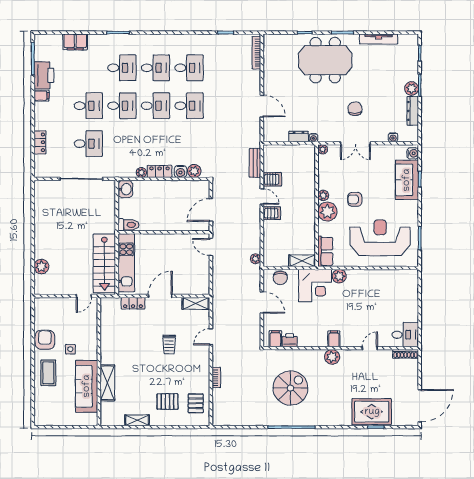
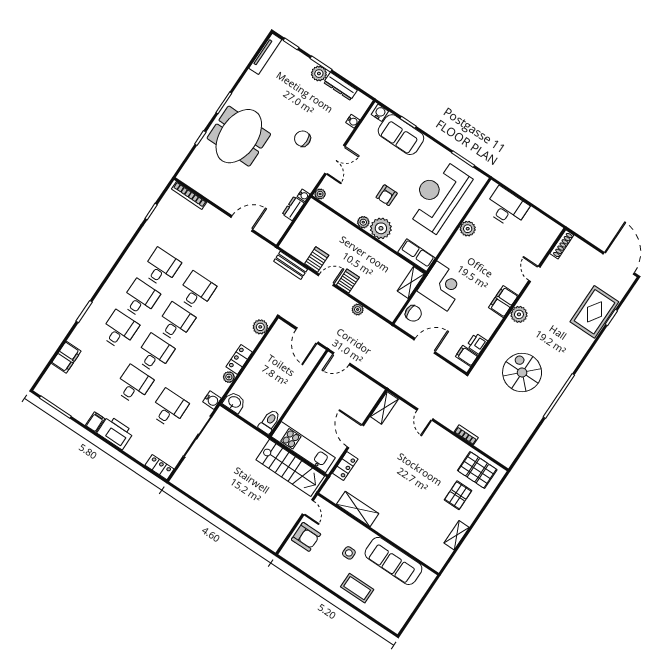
tv unit: (379, 39) -> (265, 54), moved
printer: (44, 75) -> (115, 432), moved
locker: (40, 142) -> (160, 467), moved
water cooler: (180, 172) -> (212, 400), moved
plant: (256, 259) -> (358, 309), moved
plant: (41, 267) -> (254, 528), removed
plant: (339, 276) -> (468, 229), moved
desk: (405, 335) -> (507, 208), moved, width x1.37
filing cabinet: (334, 339) -> (503, 302), width x2.00
armchair: (45, 340) -> (306, 537), moved, turned 180
trolley: (169, 344) -> (406, 458), removed
shelving: (107, 383) -> (358, 509), moved
pallet: (196, 403) -> (477, 470), width x1.50, depth x1.42

